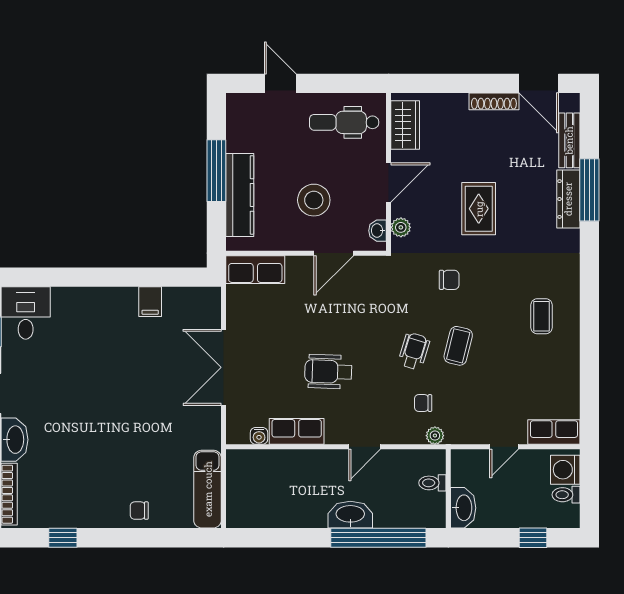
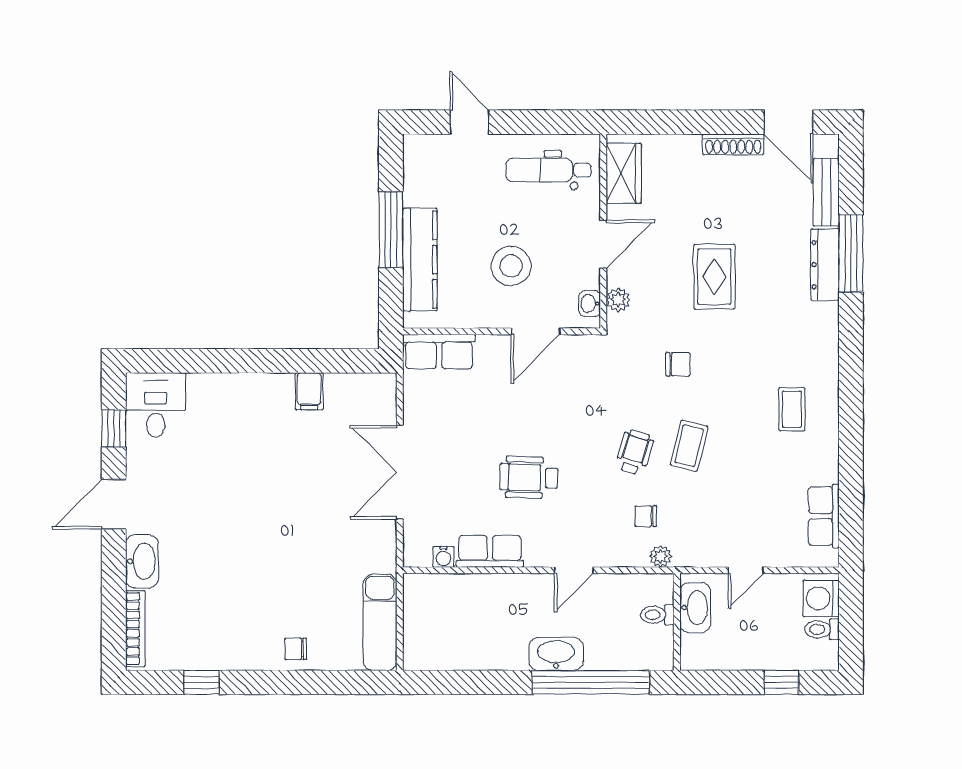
row of seats: (554, 432) -> (824, 516), moved, turned -90
washbasin: (463, 508) -> (695, 607), moved

